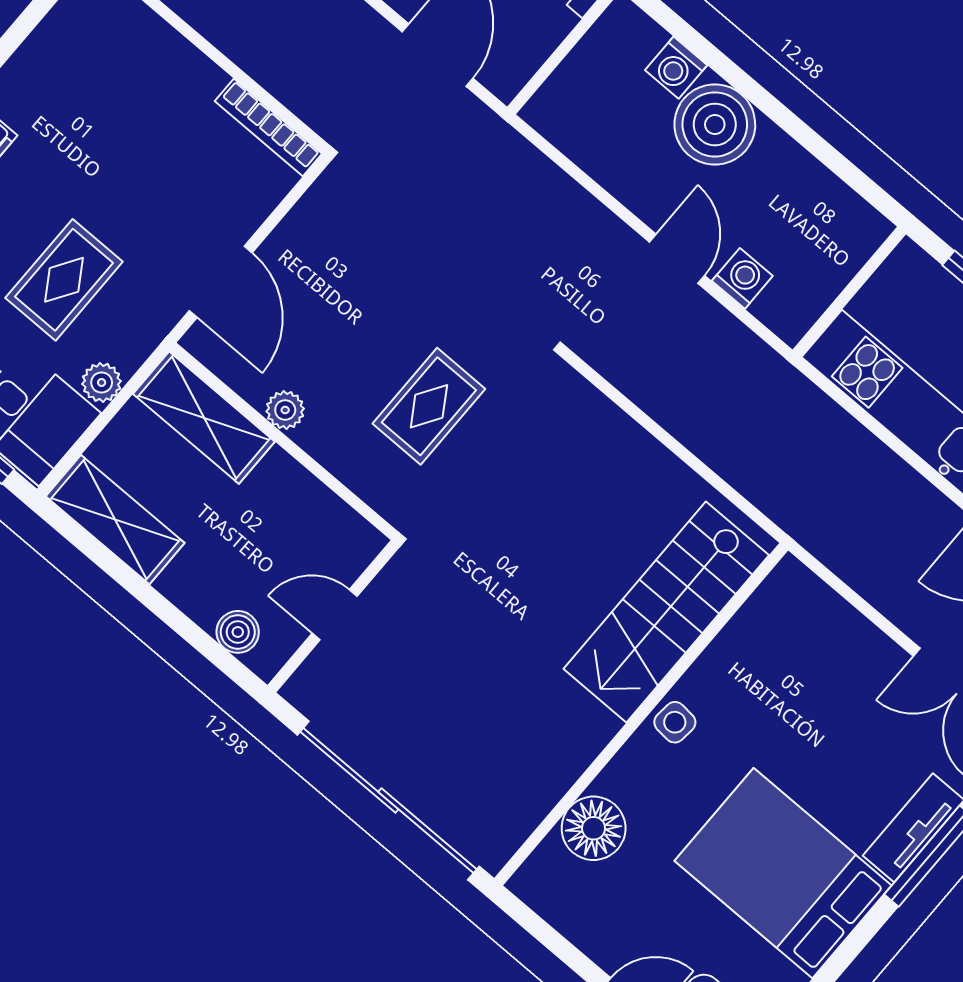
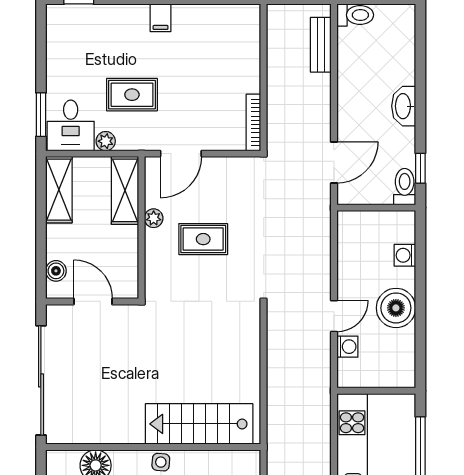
boiler: (715, 124) -> (396, 308), moved
rug: (429, 406) -> (203, 239), moved
door: (335, 615) -> (93, 301), width x1.38

